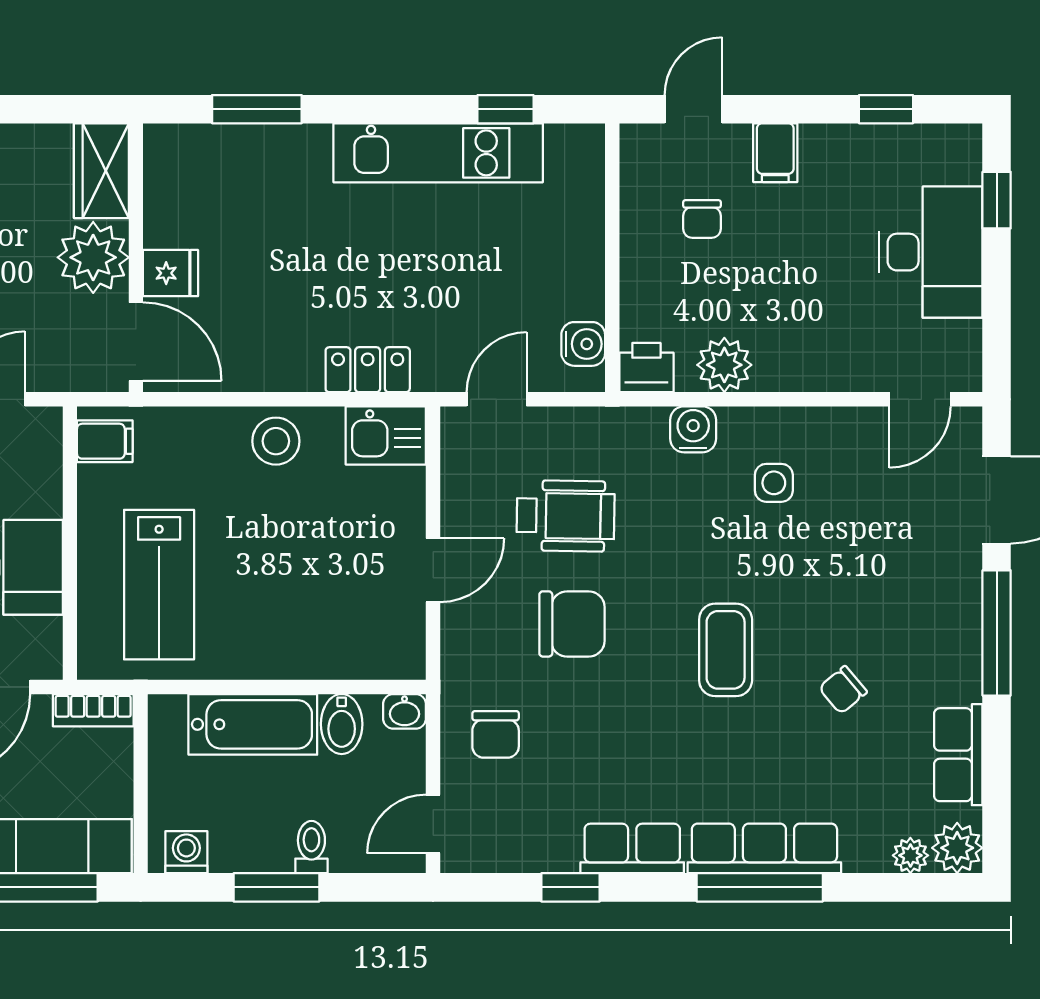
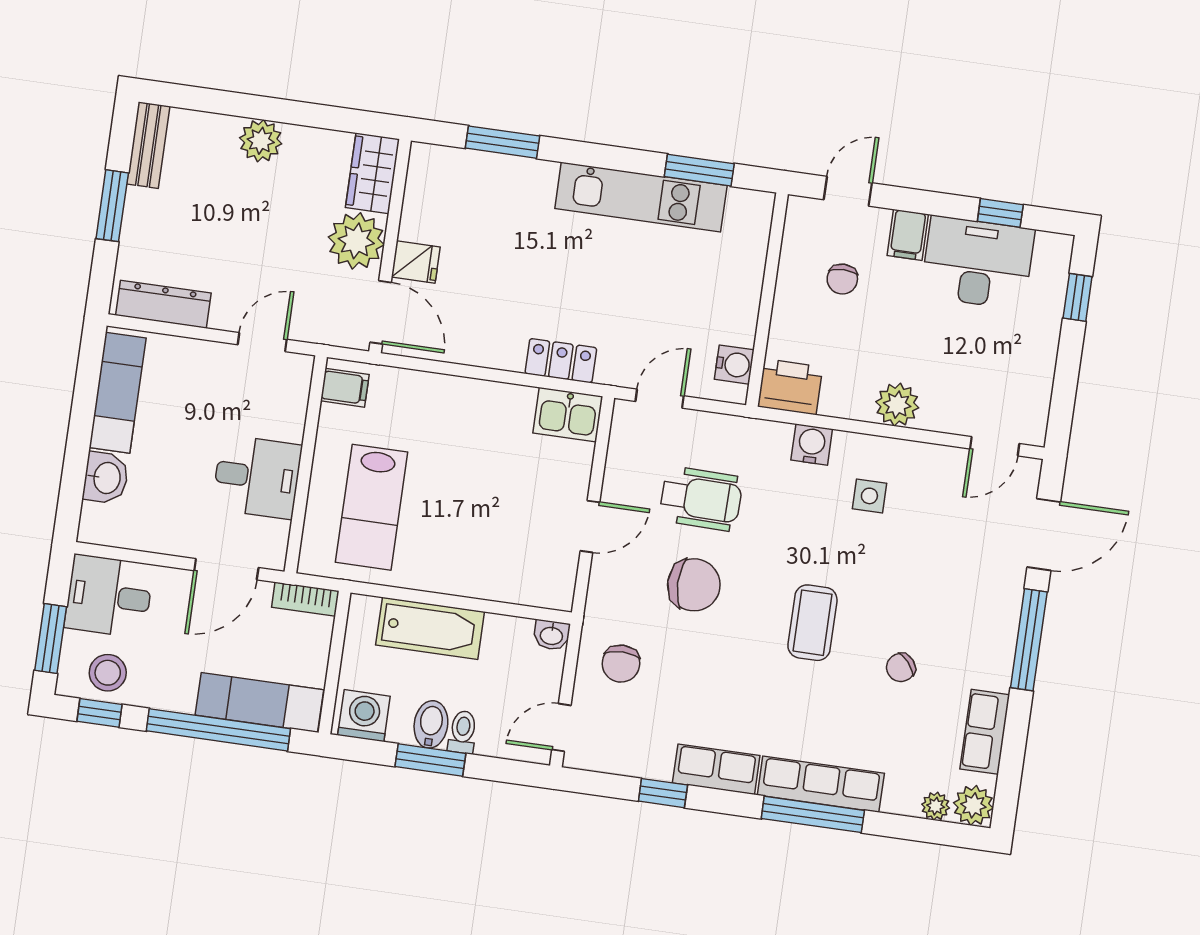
window: (505, 109) -> (699, 170), width x1.50
desk: (931, 252) -> (978, 263), moved, turned -90
plant: (724, 365) -> (897, 405), moved
printer: (646, 368) -> (790, 387), width x1.36, depth x1.24
stool: (276, 441) -> (480, 407), removed
bidet: (342, 724) -> (431, 724), moved, turned 180
washing machine: (186, 852) -> (364, 716), width x1.38, depth x1.38

